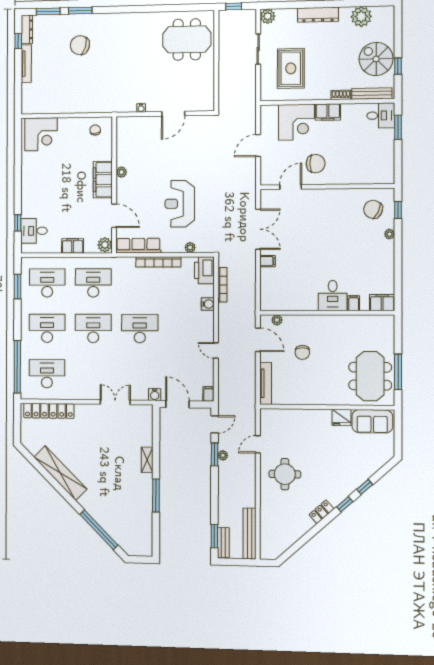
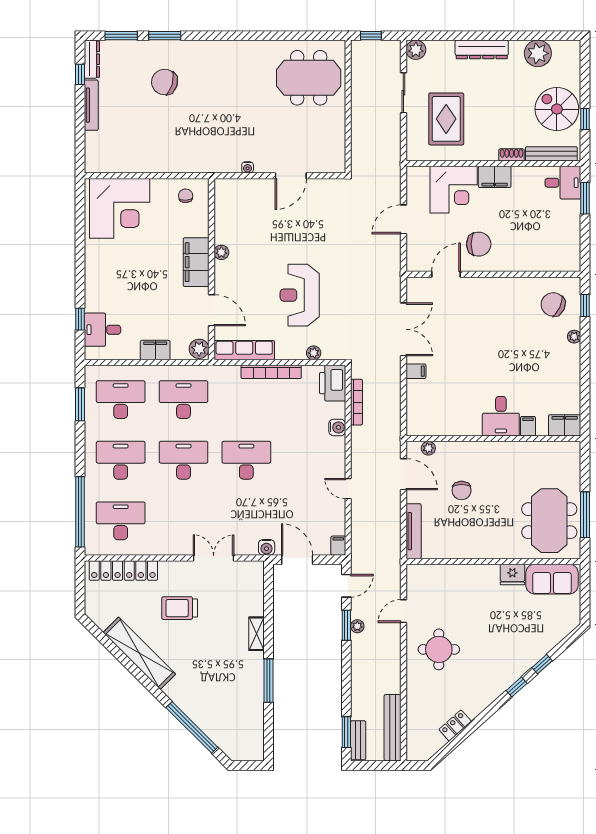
corner desk: (41, 134) -> (120, 208), width x1.36, depth x1.36
trolley: (90, 440) -> (180, 608), added
locker: (322, 512) -> (455, 725), moved

